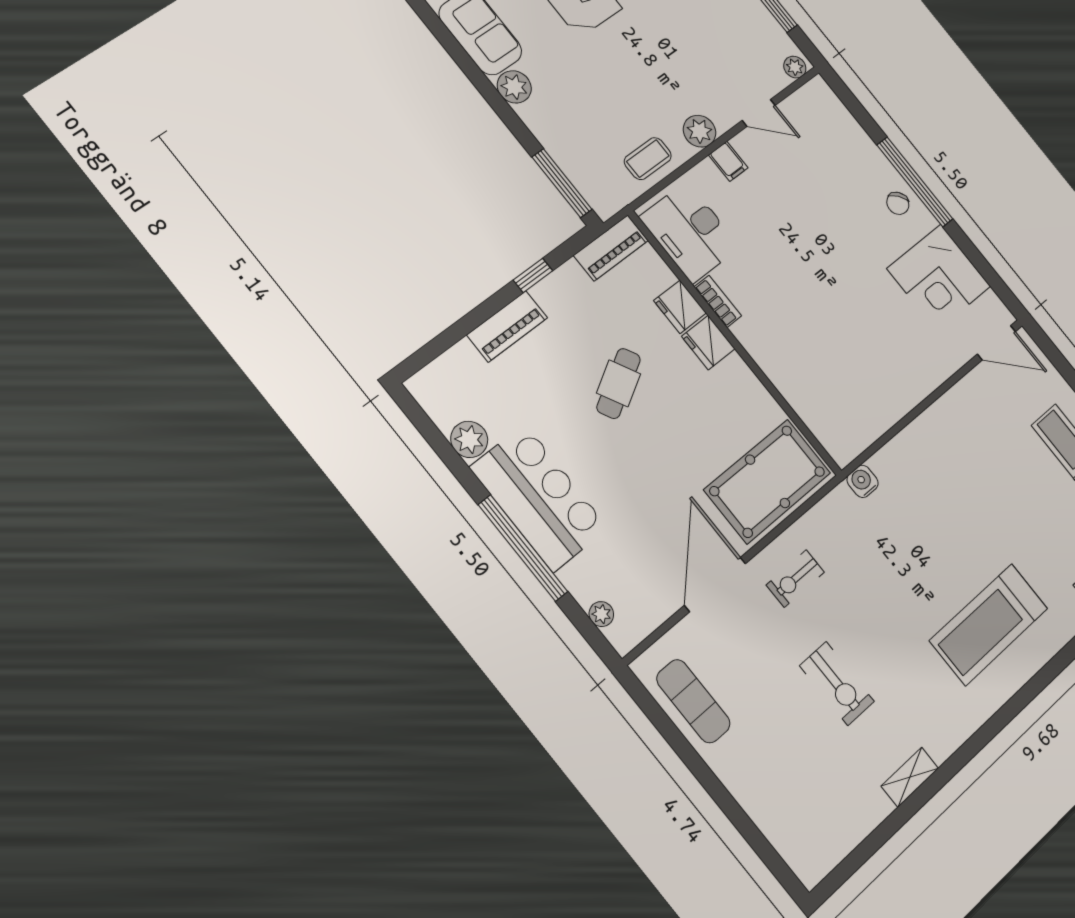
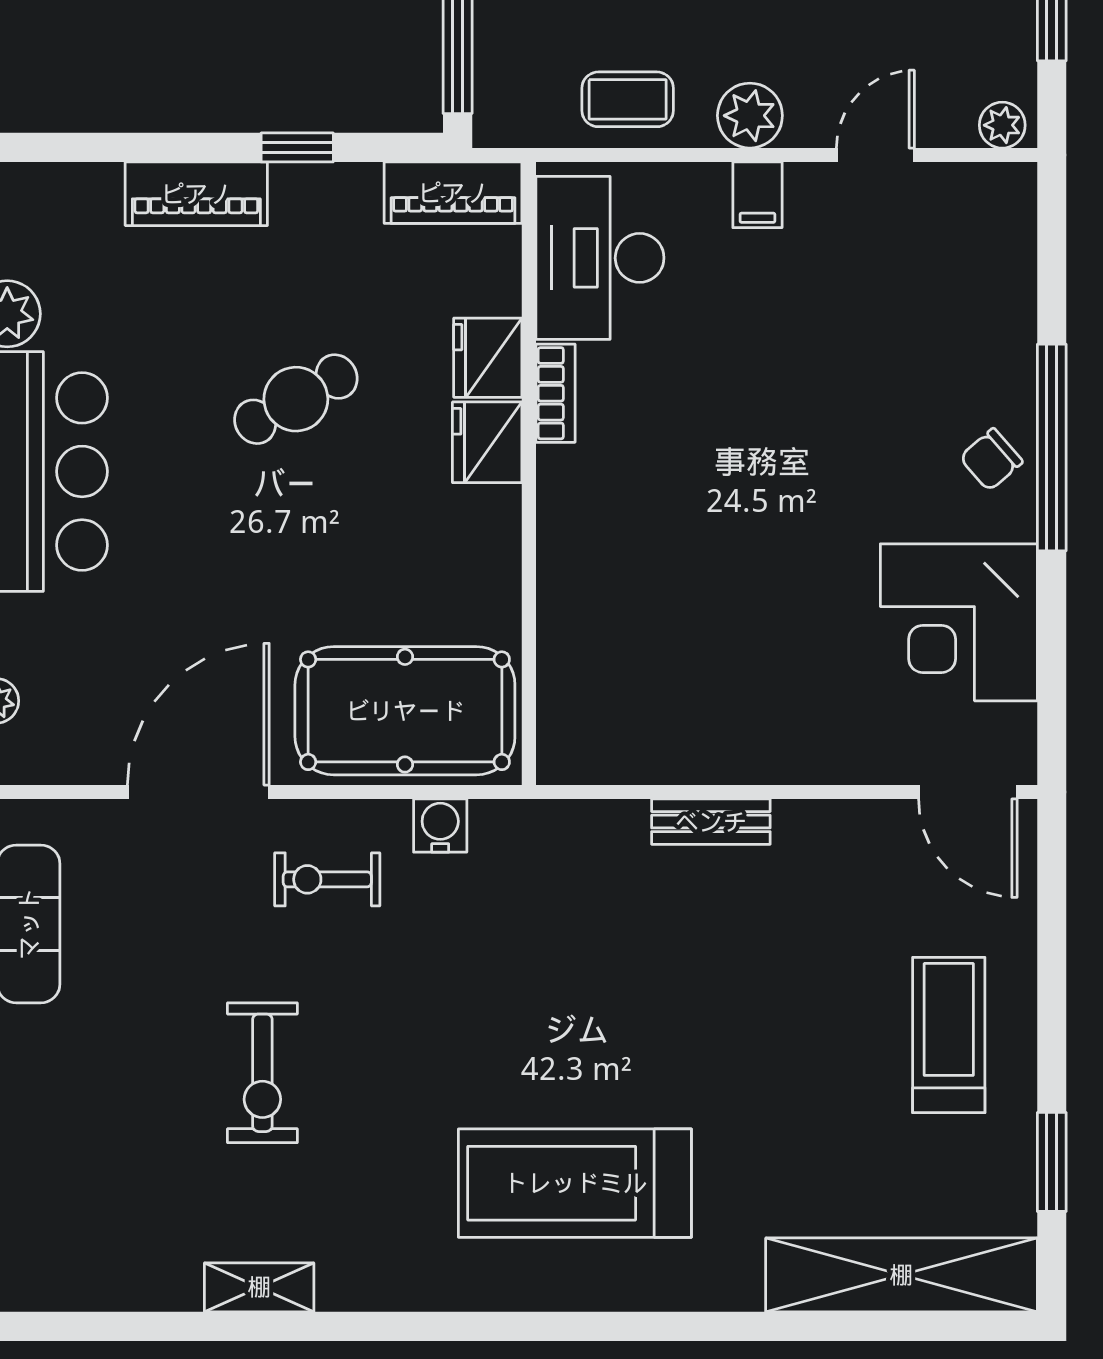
door: (759, 113) -> (875, 155), swing flipped
bench: (917, 431) -> (711, 822), added
water cooler: (863, 481) -> (440, 826), moved

